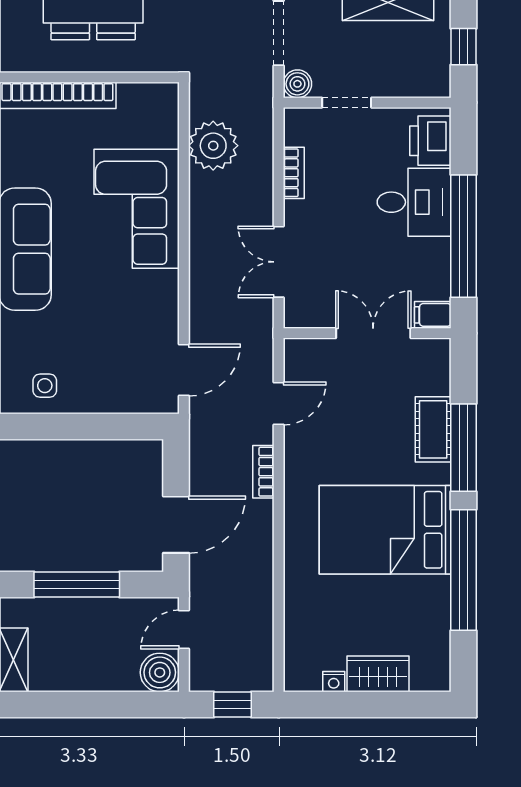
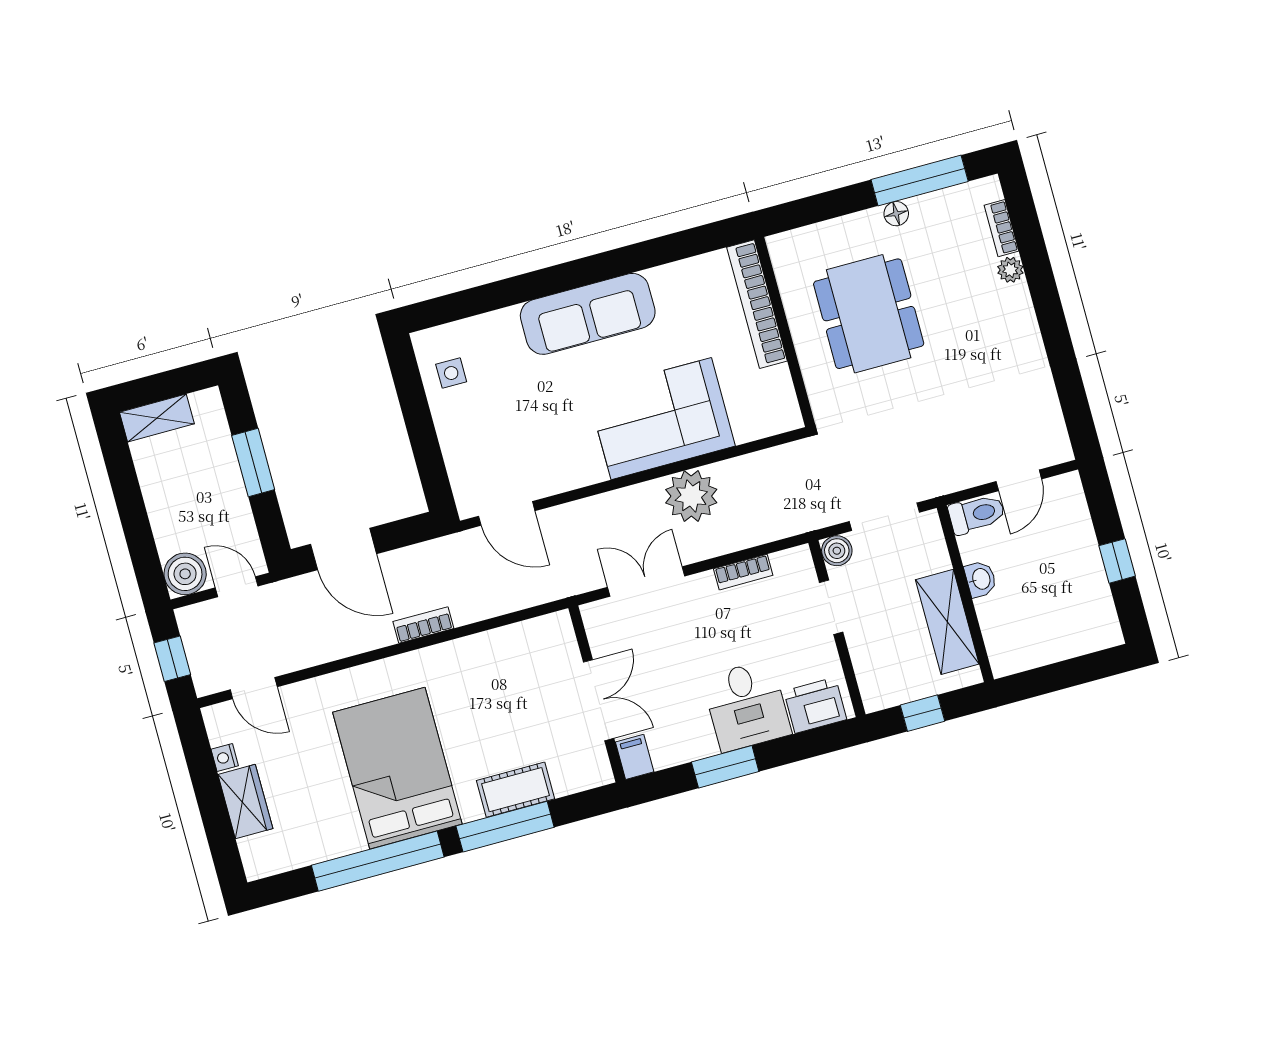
plant: (213, 146) -> (691, 496), moved
window: (464, 236) -> (725, 767), width x0.47
door: (279, 403) -> (254, 688), moved
window: (77, 584) -> (253, 462), width x0.69

